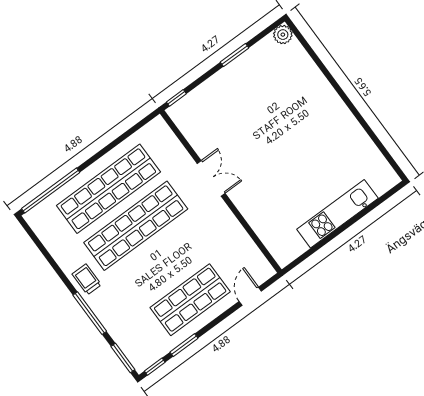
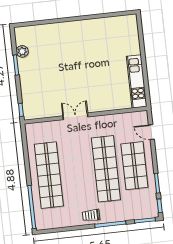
plant: (283, 35) -> (22, 51), moved
kitchen unit: (337, 214) -> (137, 81), moved
shop shelf: (136, 226) -> (106, 169), moved

